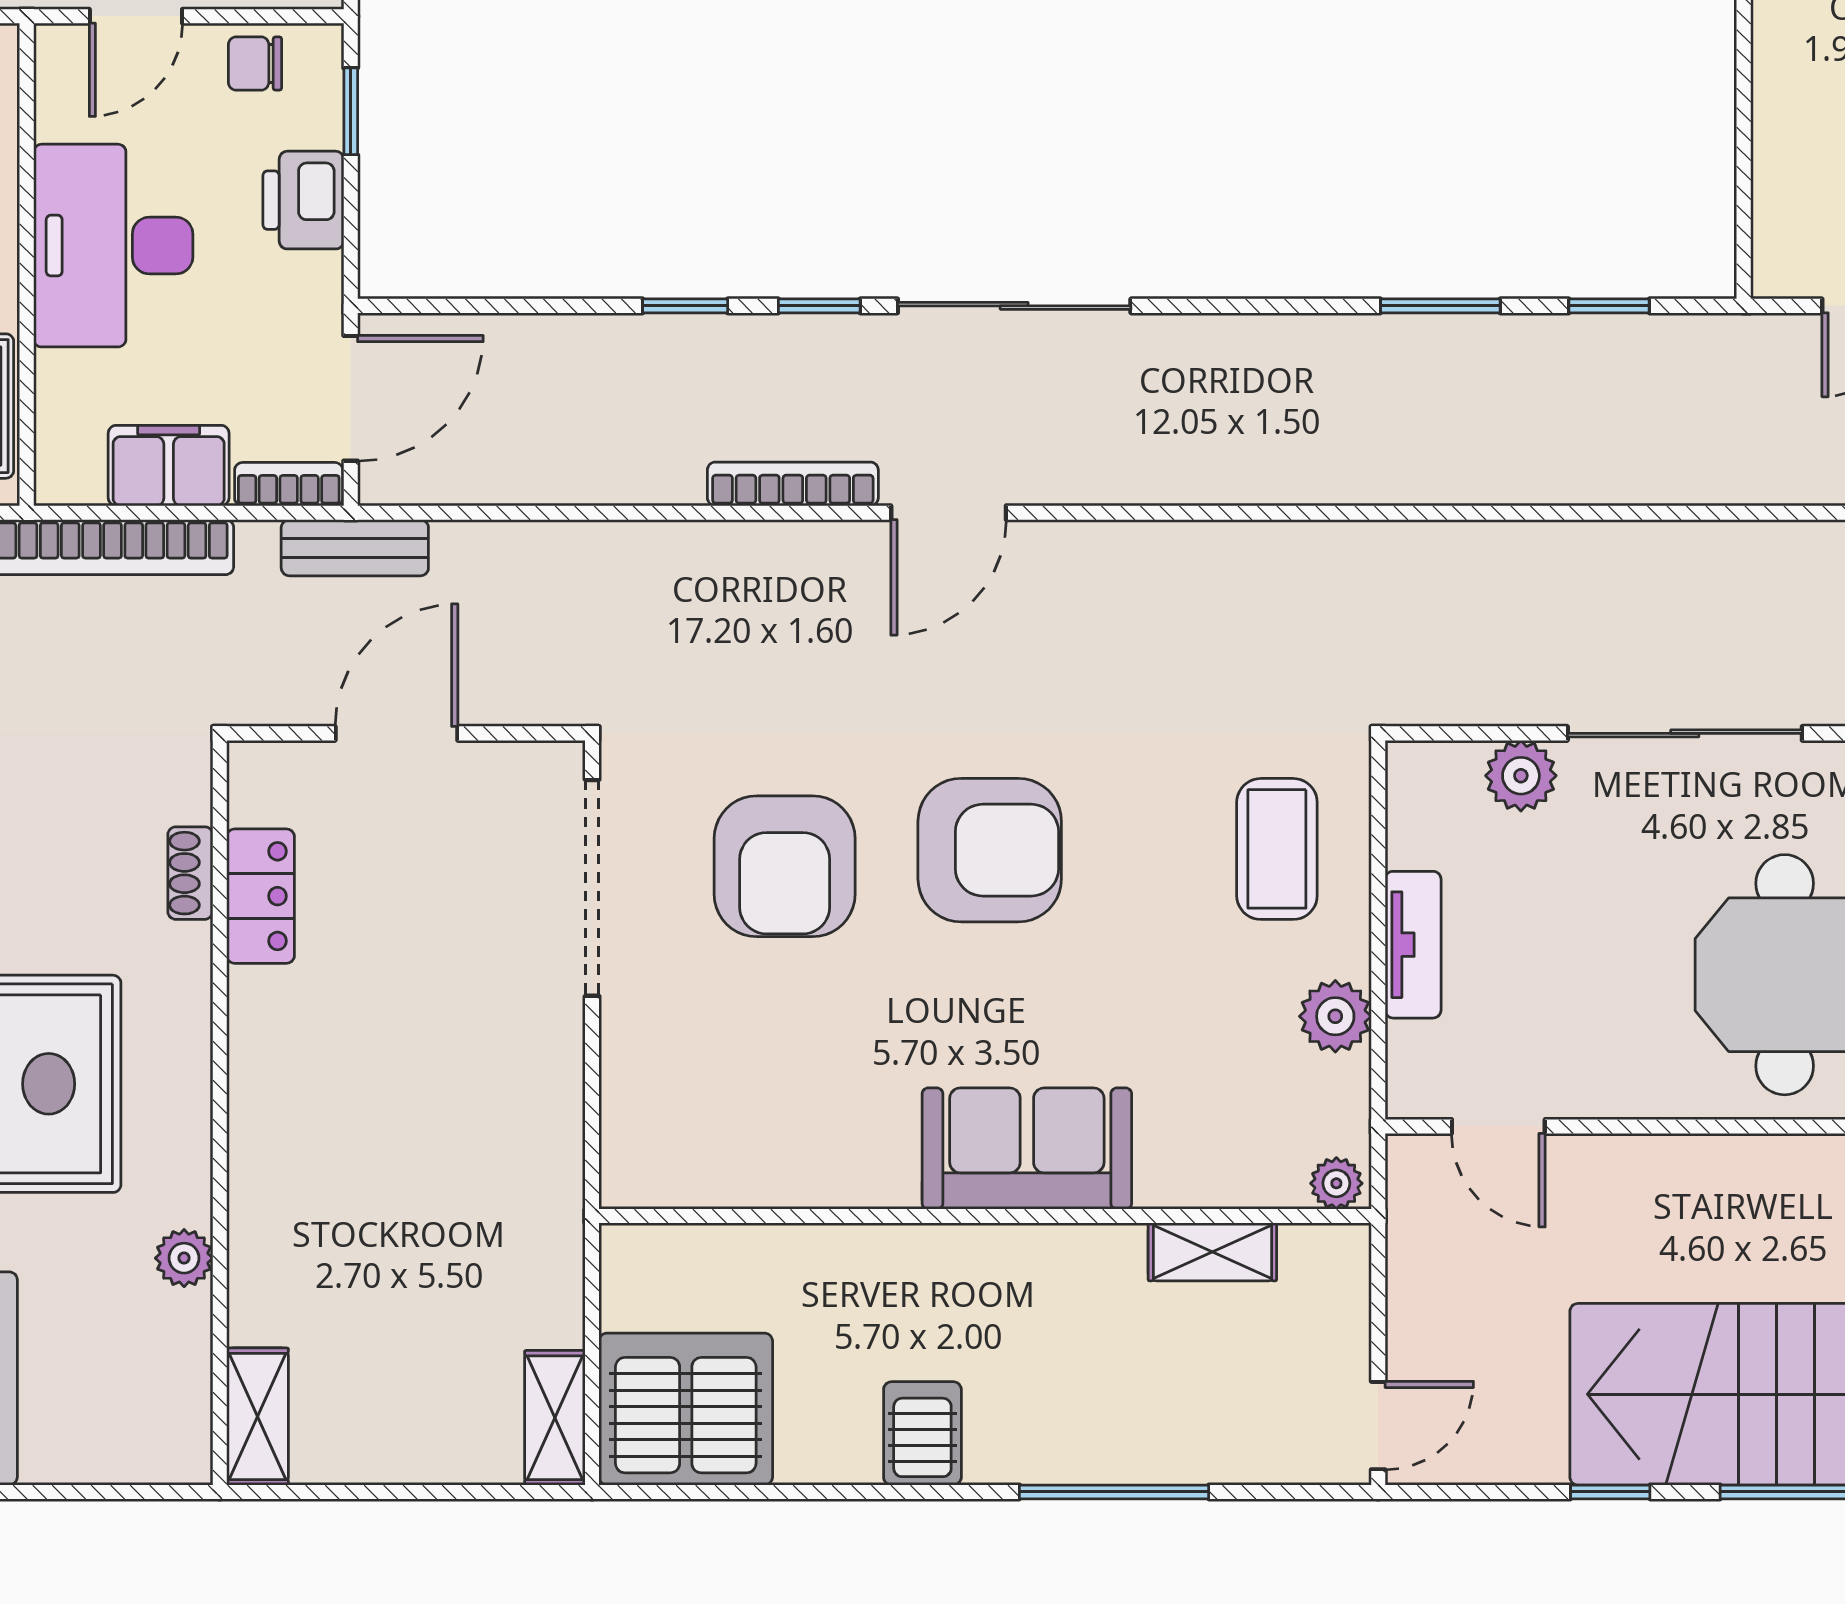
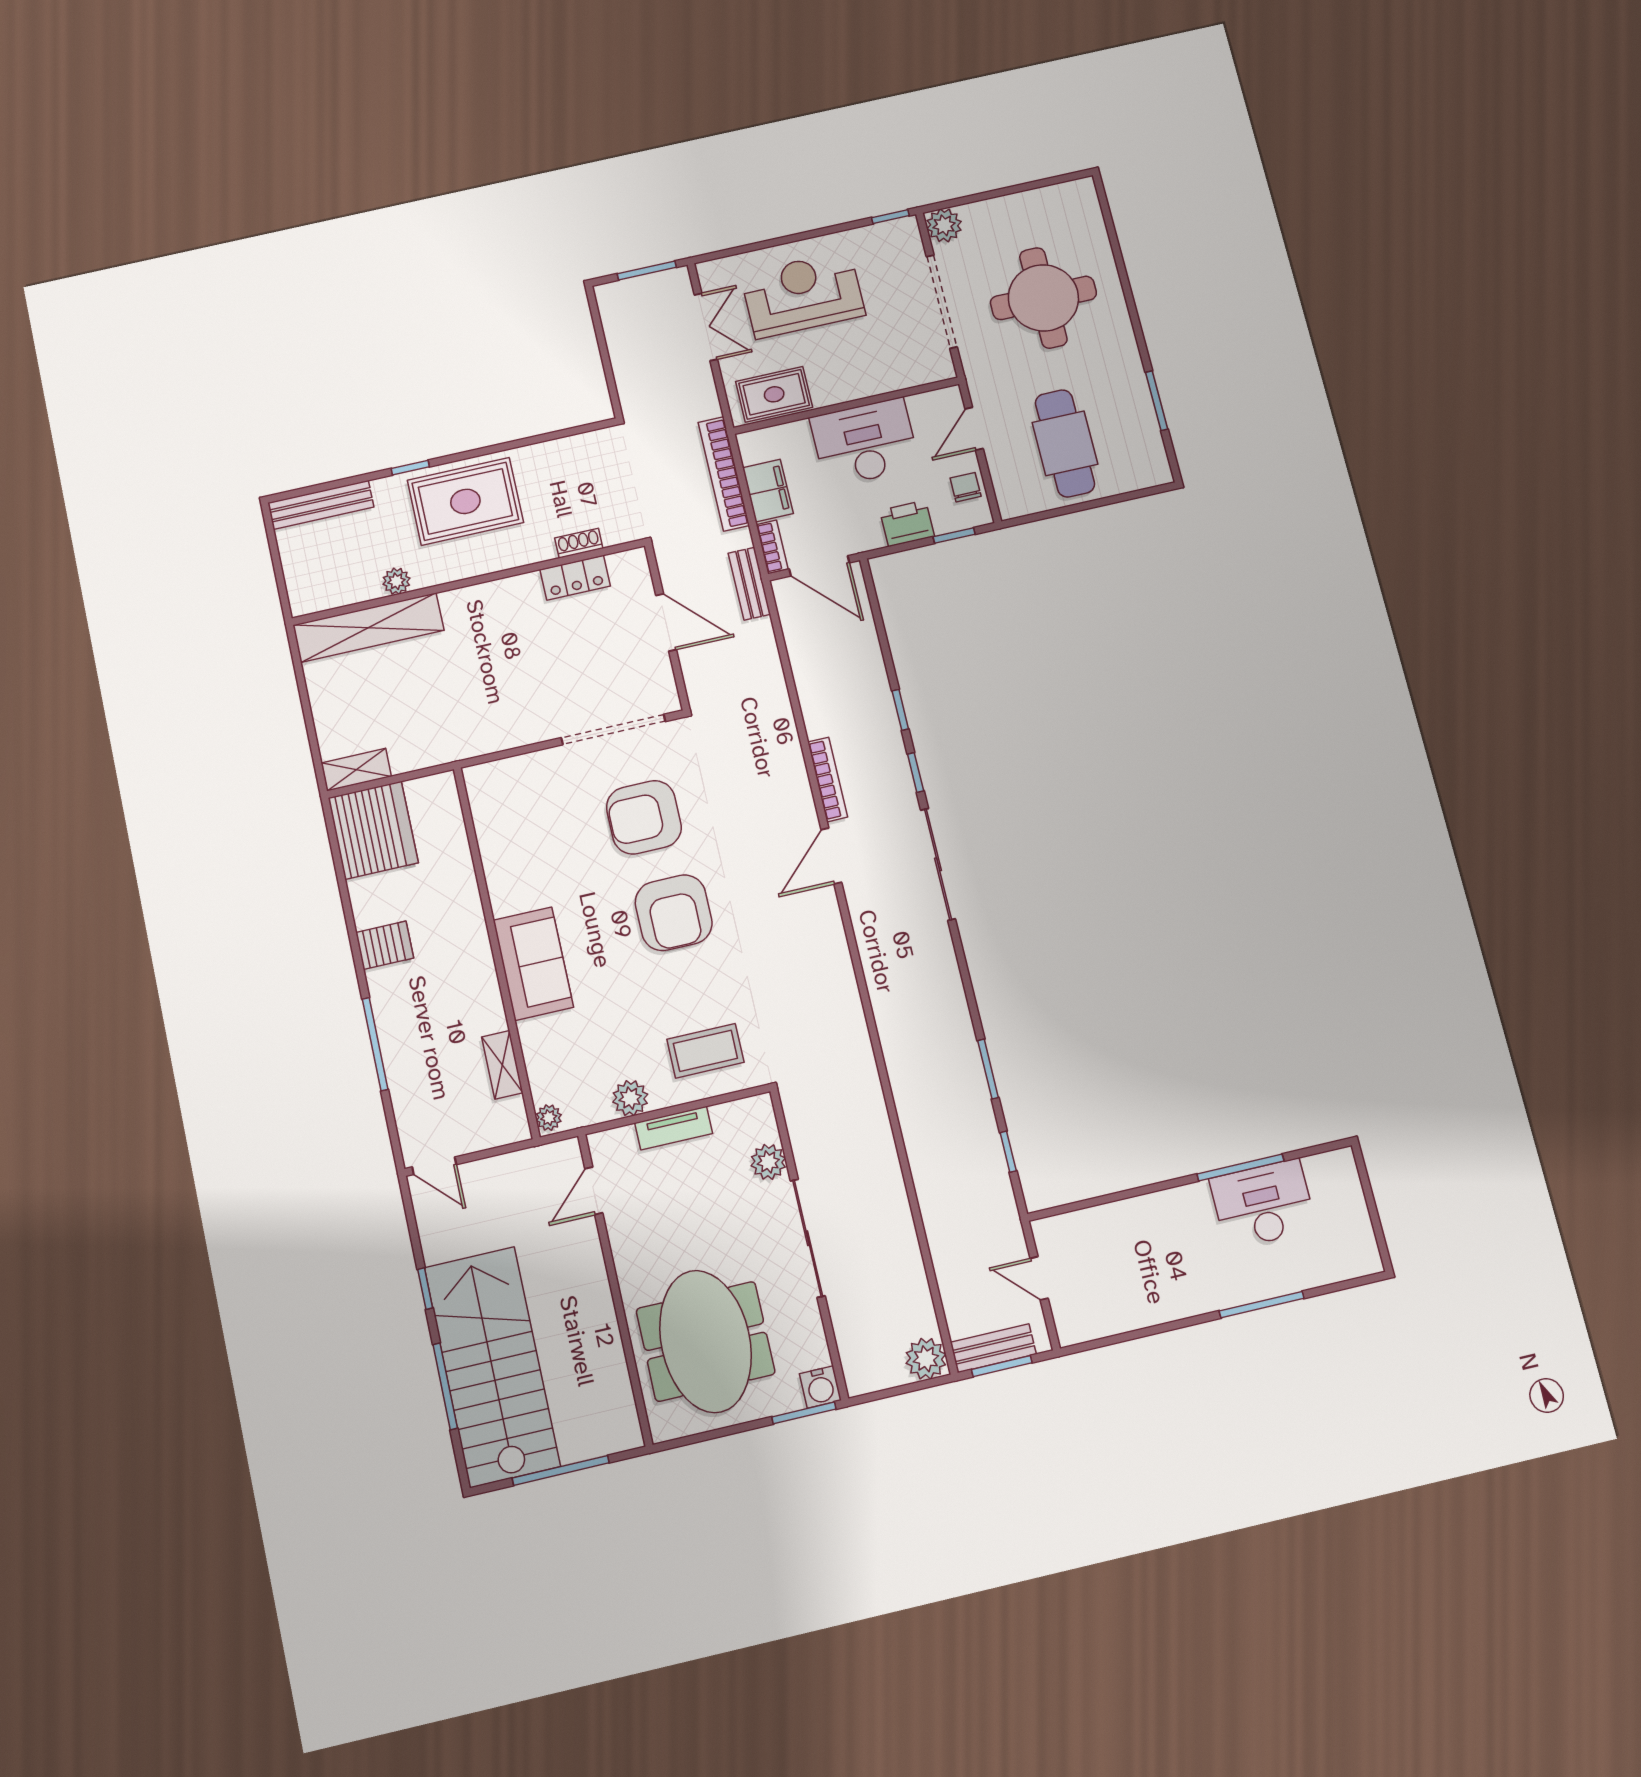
door: (136, 16) -> (974, 429), hinge flipped
door: (949, 513) -> (831, 856), hinge flipped
shelving: (257, 1416) -> (368, 628), width x2.20, depth x1.33

